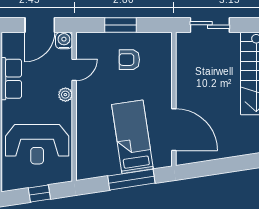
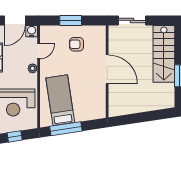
door: (174, 130) -> (107, 69), moved
bed: (132, 137) -> (60, 100), moved
window: (131, 180) -> (66, 129), moved

